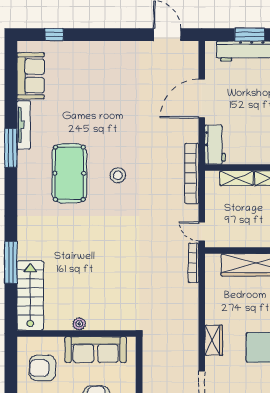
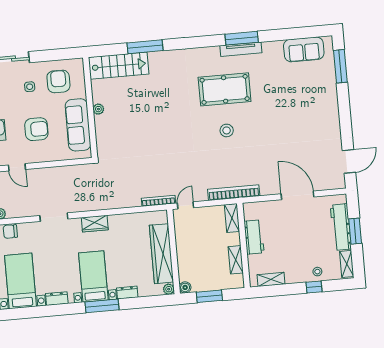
window: (54, 35) -> (340, 66), width x2.17
tv unit: (24, 125) -> (241, 49), moved
workbench: (215, 145) -> (254, 237), moved, turned -90
shelving: (237, 178) -> (232, 218), moved

